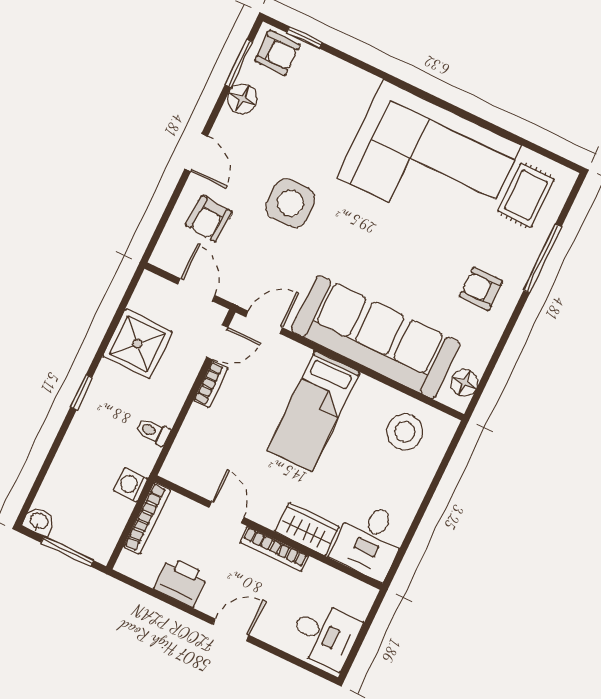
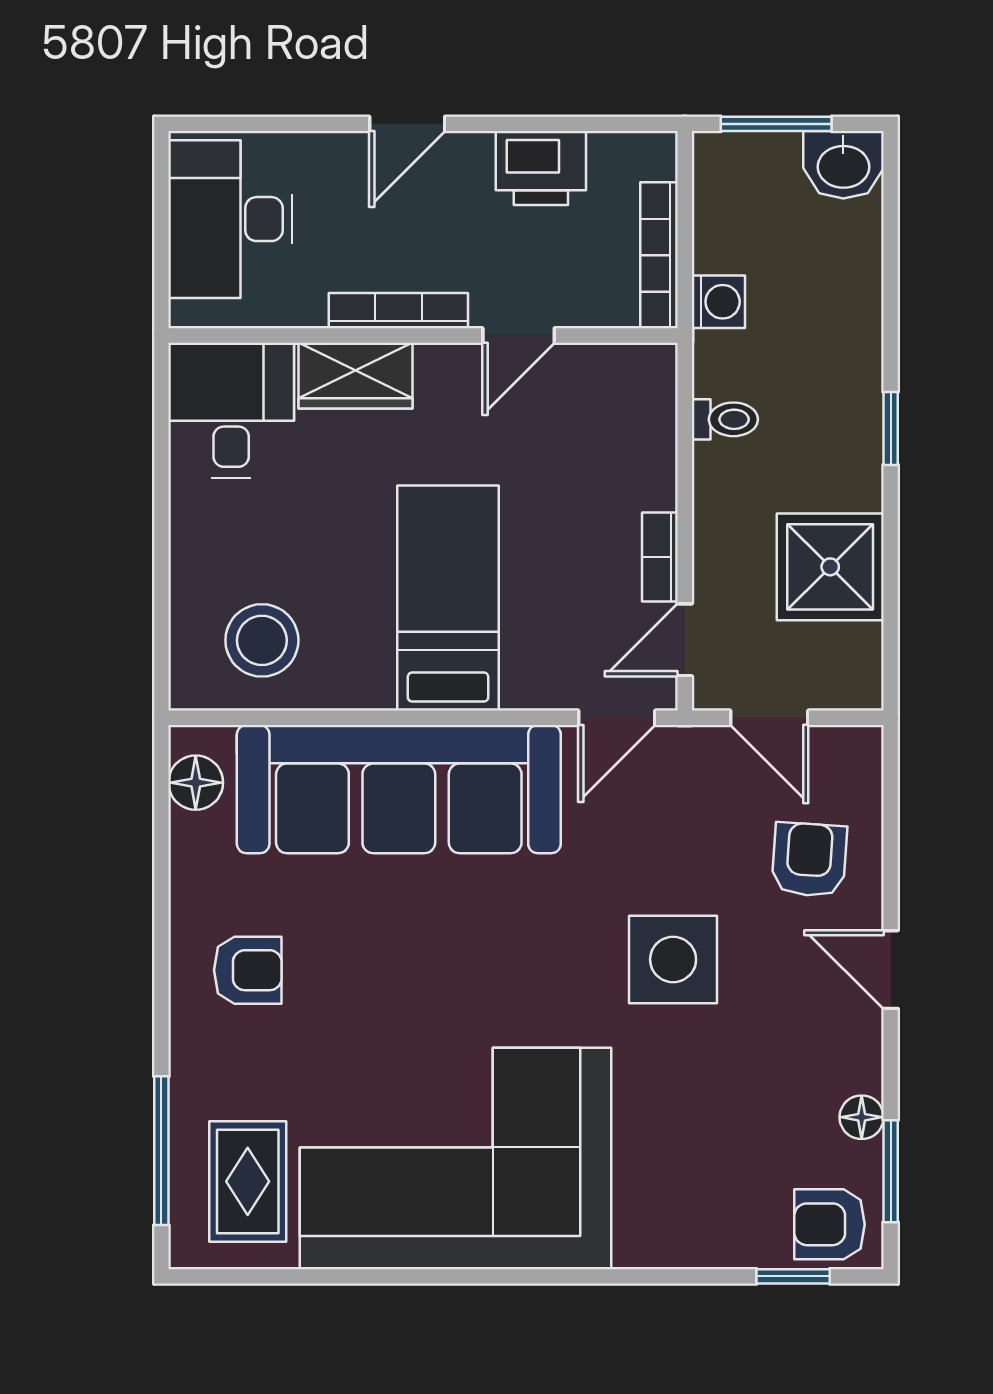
floor lamp: (242, 99) -> (862, 1117), width x0.73, depth x0.73
window: (543, 259) -> (161, 1151), moved
door: (226, 512) -> (519, 336), hinge flipped
washbasin: (39, 521) -> (843, 165), width x1.38, depth x1.45
desk: (325, 635) -> (230, 219), width x1.37

